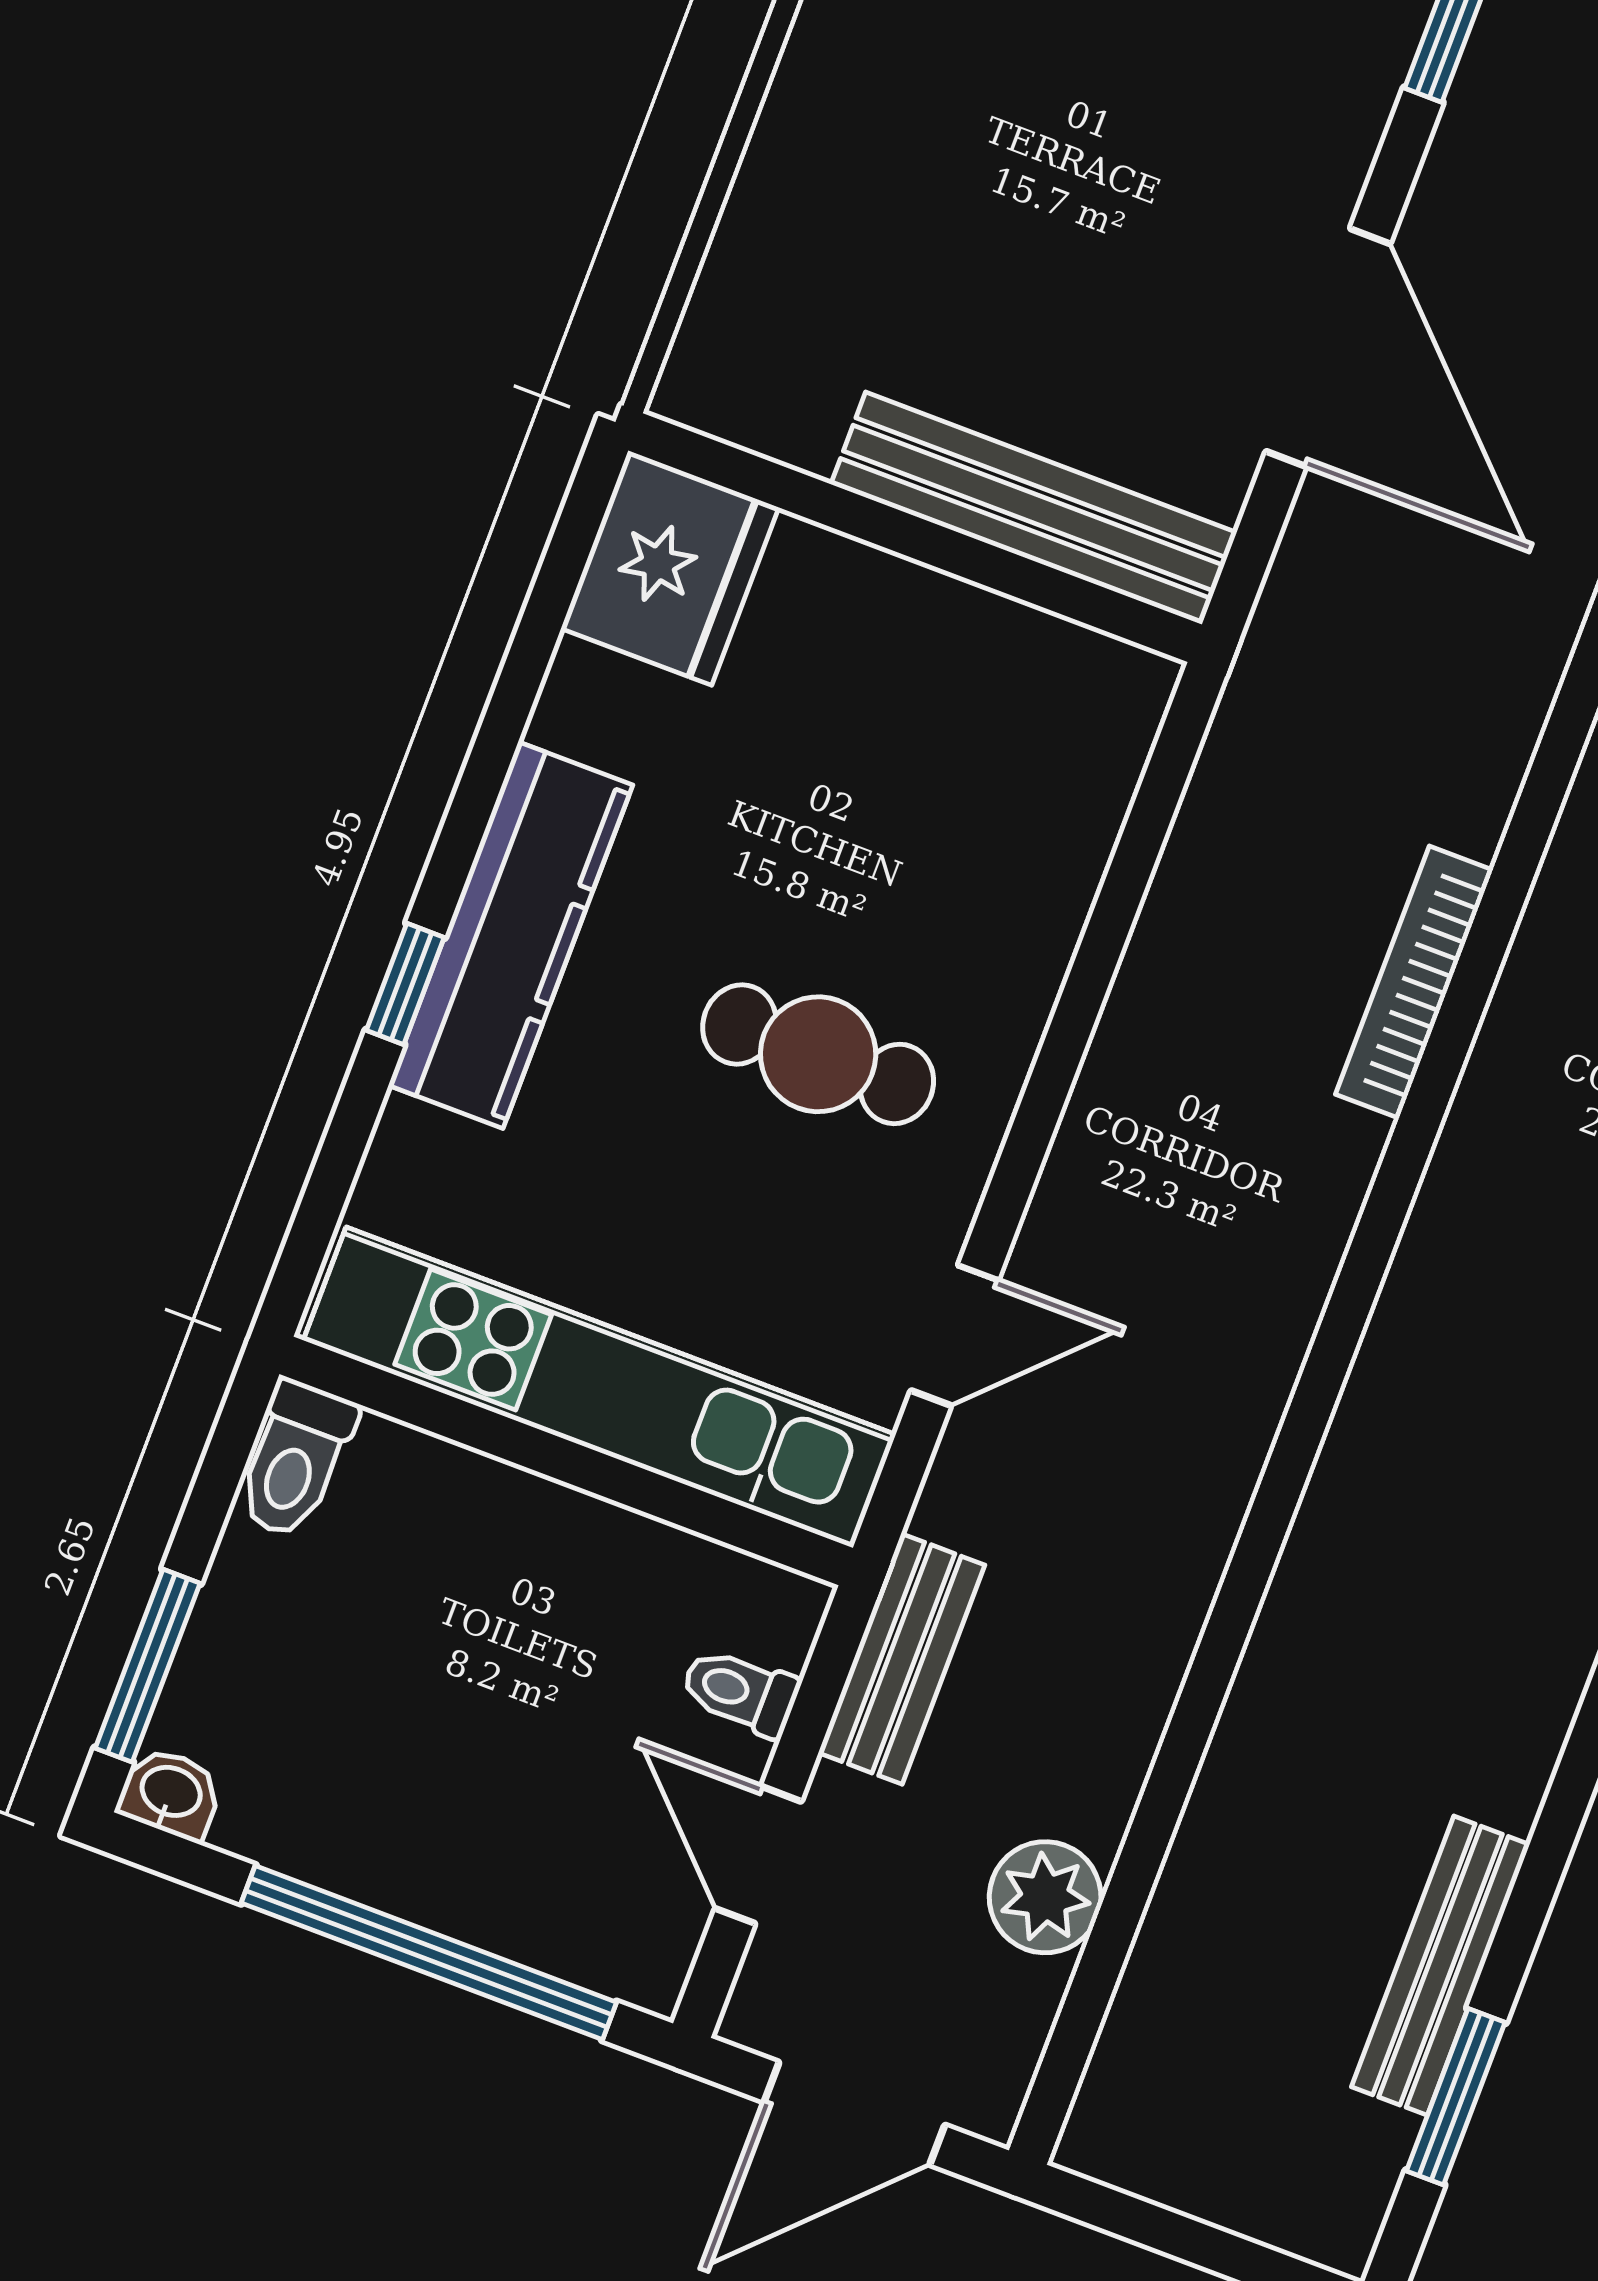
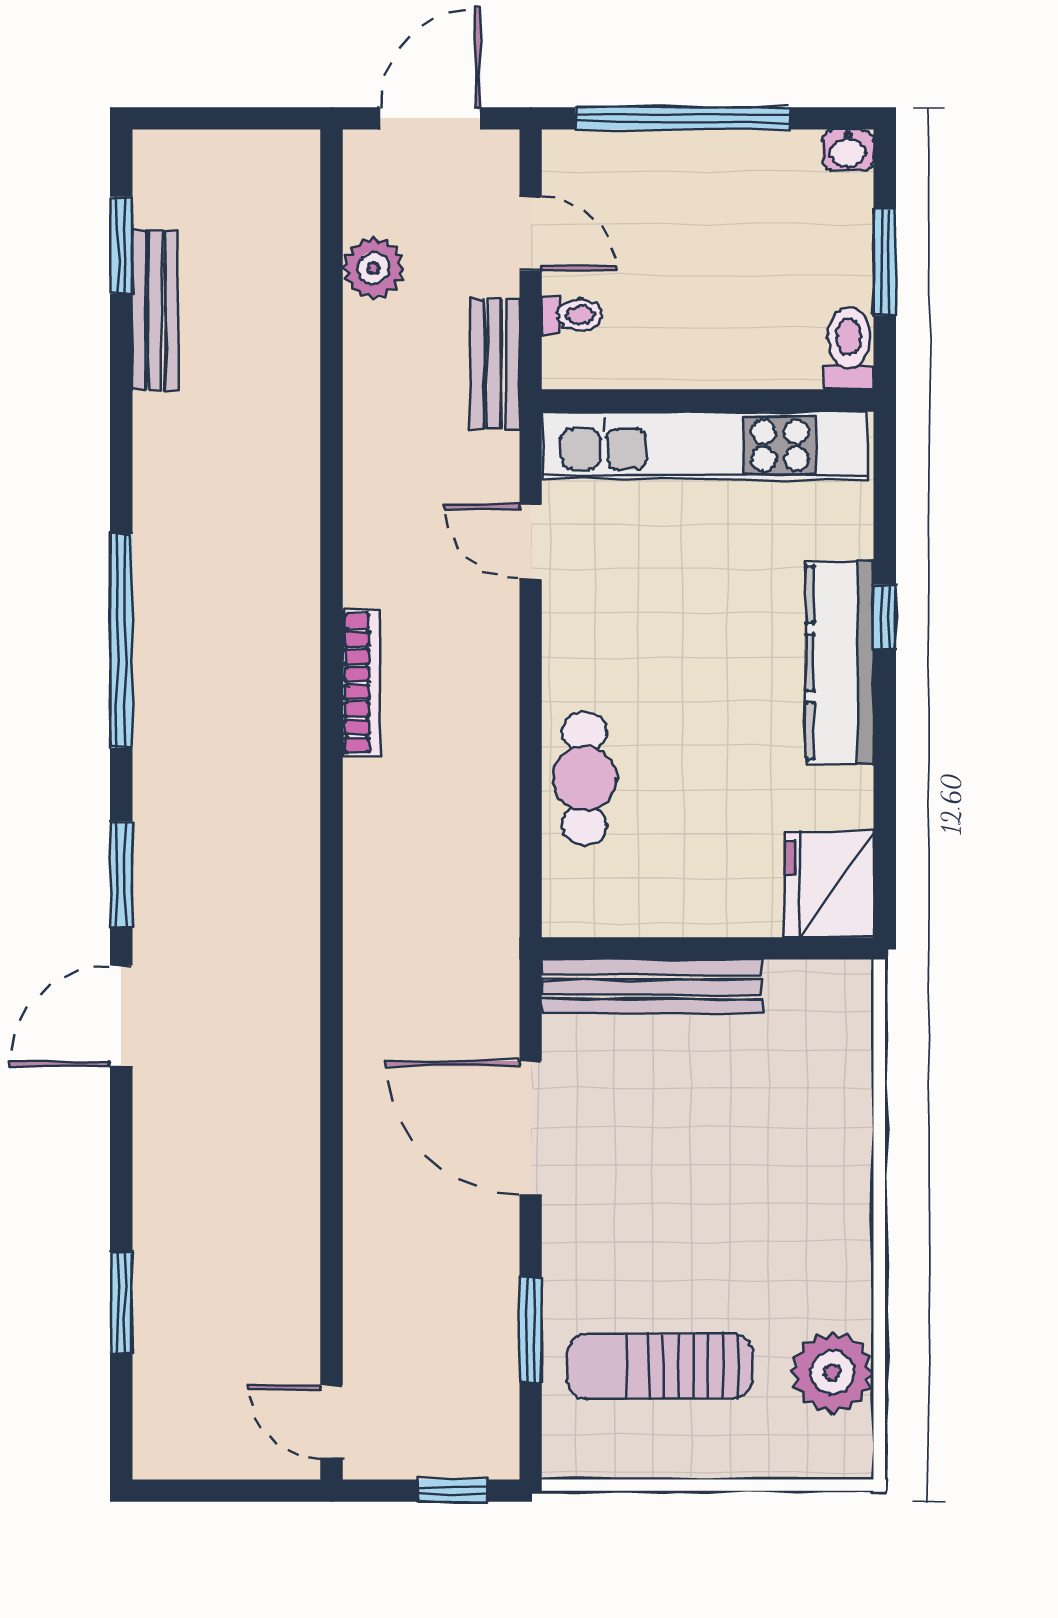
bookcase: (1414, 982) -> (361, 683), moved
cafe table: (818, 1054) -> (584, 778), moved, turned 90
door: (955, 1336) -> (531, 542), hinge flipped
window: (148, 1666) -> (885, 262), moved

